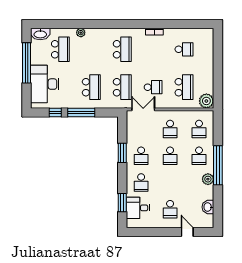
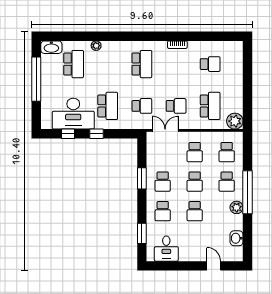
desk: (45, 84) -> (73, 114), moved, turned -90
school desk: (122, 87) -> (142, 106), width x0.54
window: (81, 112) -> (97, 134), width x0.46
desk: (138, 208) -> (166, 249), moved, turned -90
school desk: (170, 209) -> (195, 211), moved

